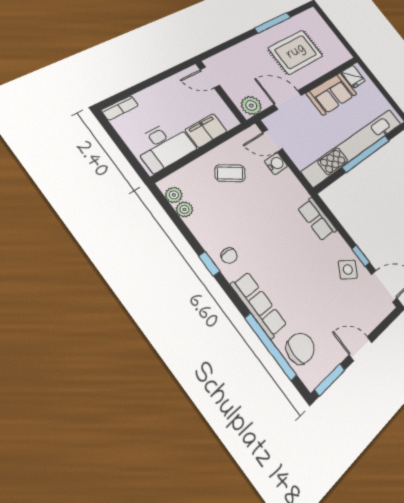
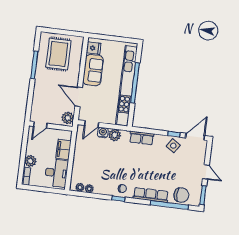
rug: (296, 52) -> (58, 54), moved
plant: (148, 98) -> (30, 161), added
door: (288, 100) -> (79, 97), hinge flipped
coffee table: (230, 173) -> (90, 157), removed
plant: (287, 181) -> (115, 135), added
chair: (300, 348) -> (181, 195), turned 90
door: (361, 349) -> (206, 172), swing flipped

